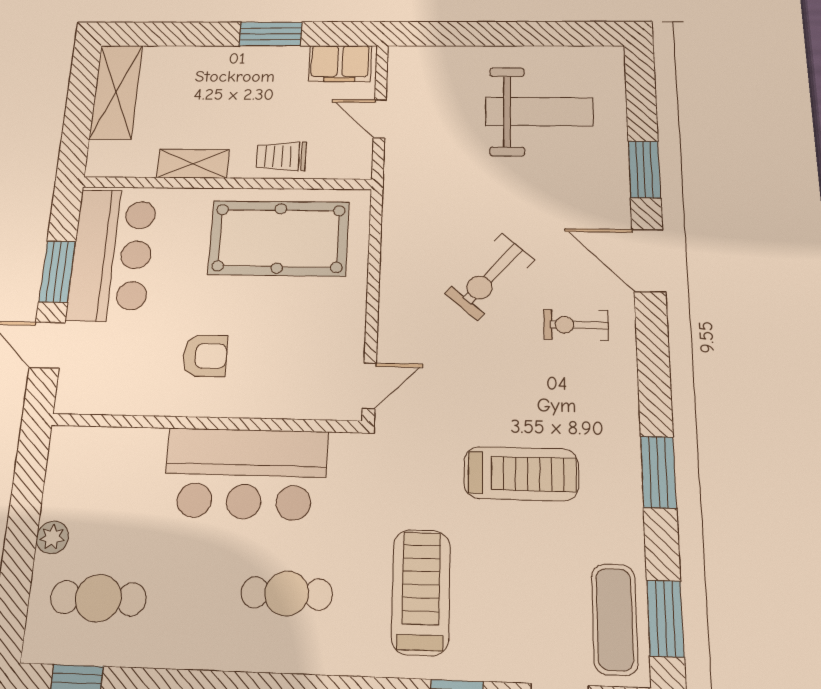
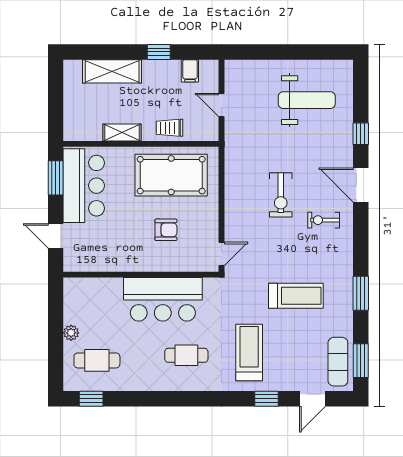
window: (271, 34) -> (159, 52), width x0.67
filing cabinet: (340, 64) -> (190, 71), width x0.50
shelving: (116, 92) -> (112, 71), moved, turned 90
window: (644, 169) -> (361, 134), width x0.67
window: (57, 272) -> (56, 178), moved
exercise bike: (490, 276) -> (281, 195), turned -41
armchair: (205, 356) -> (166, 230), moved

